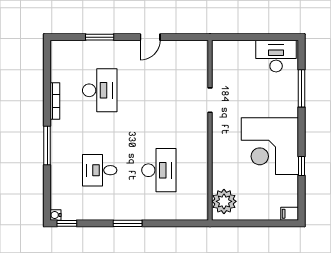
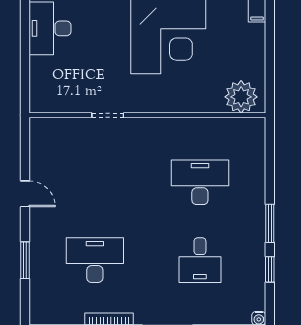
window: (67, 223) -> (270, 269), moved

